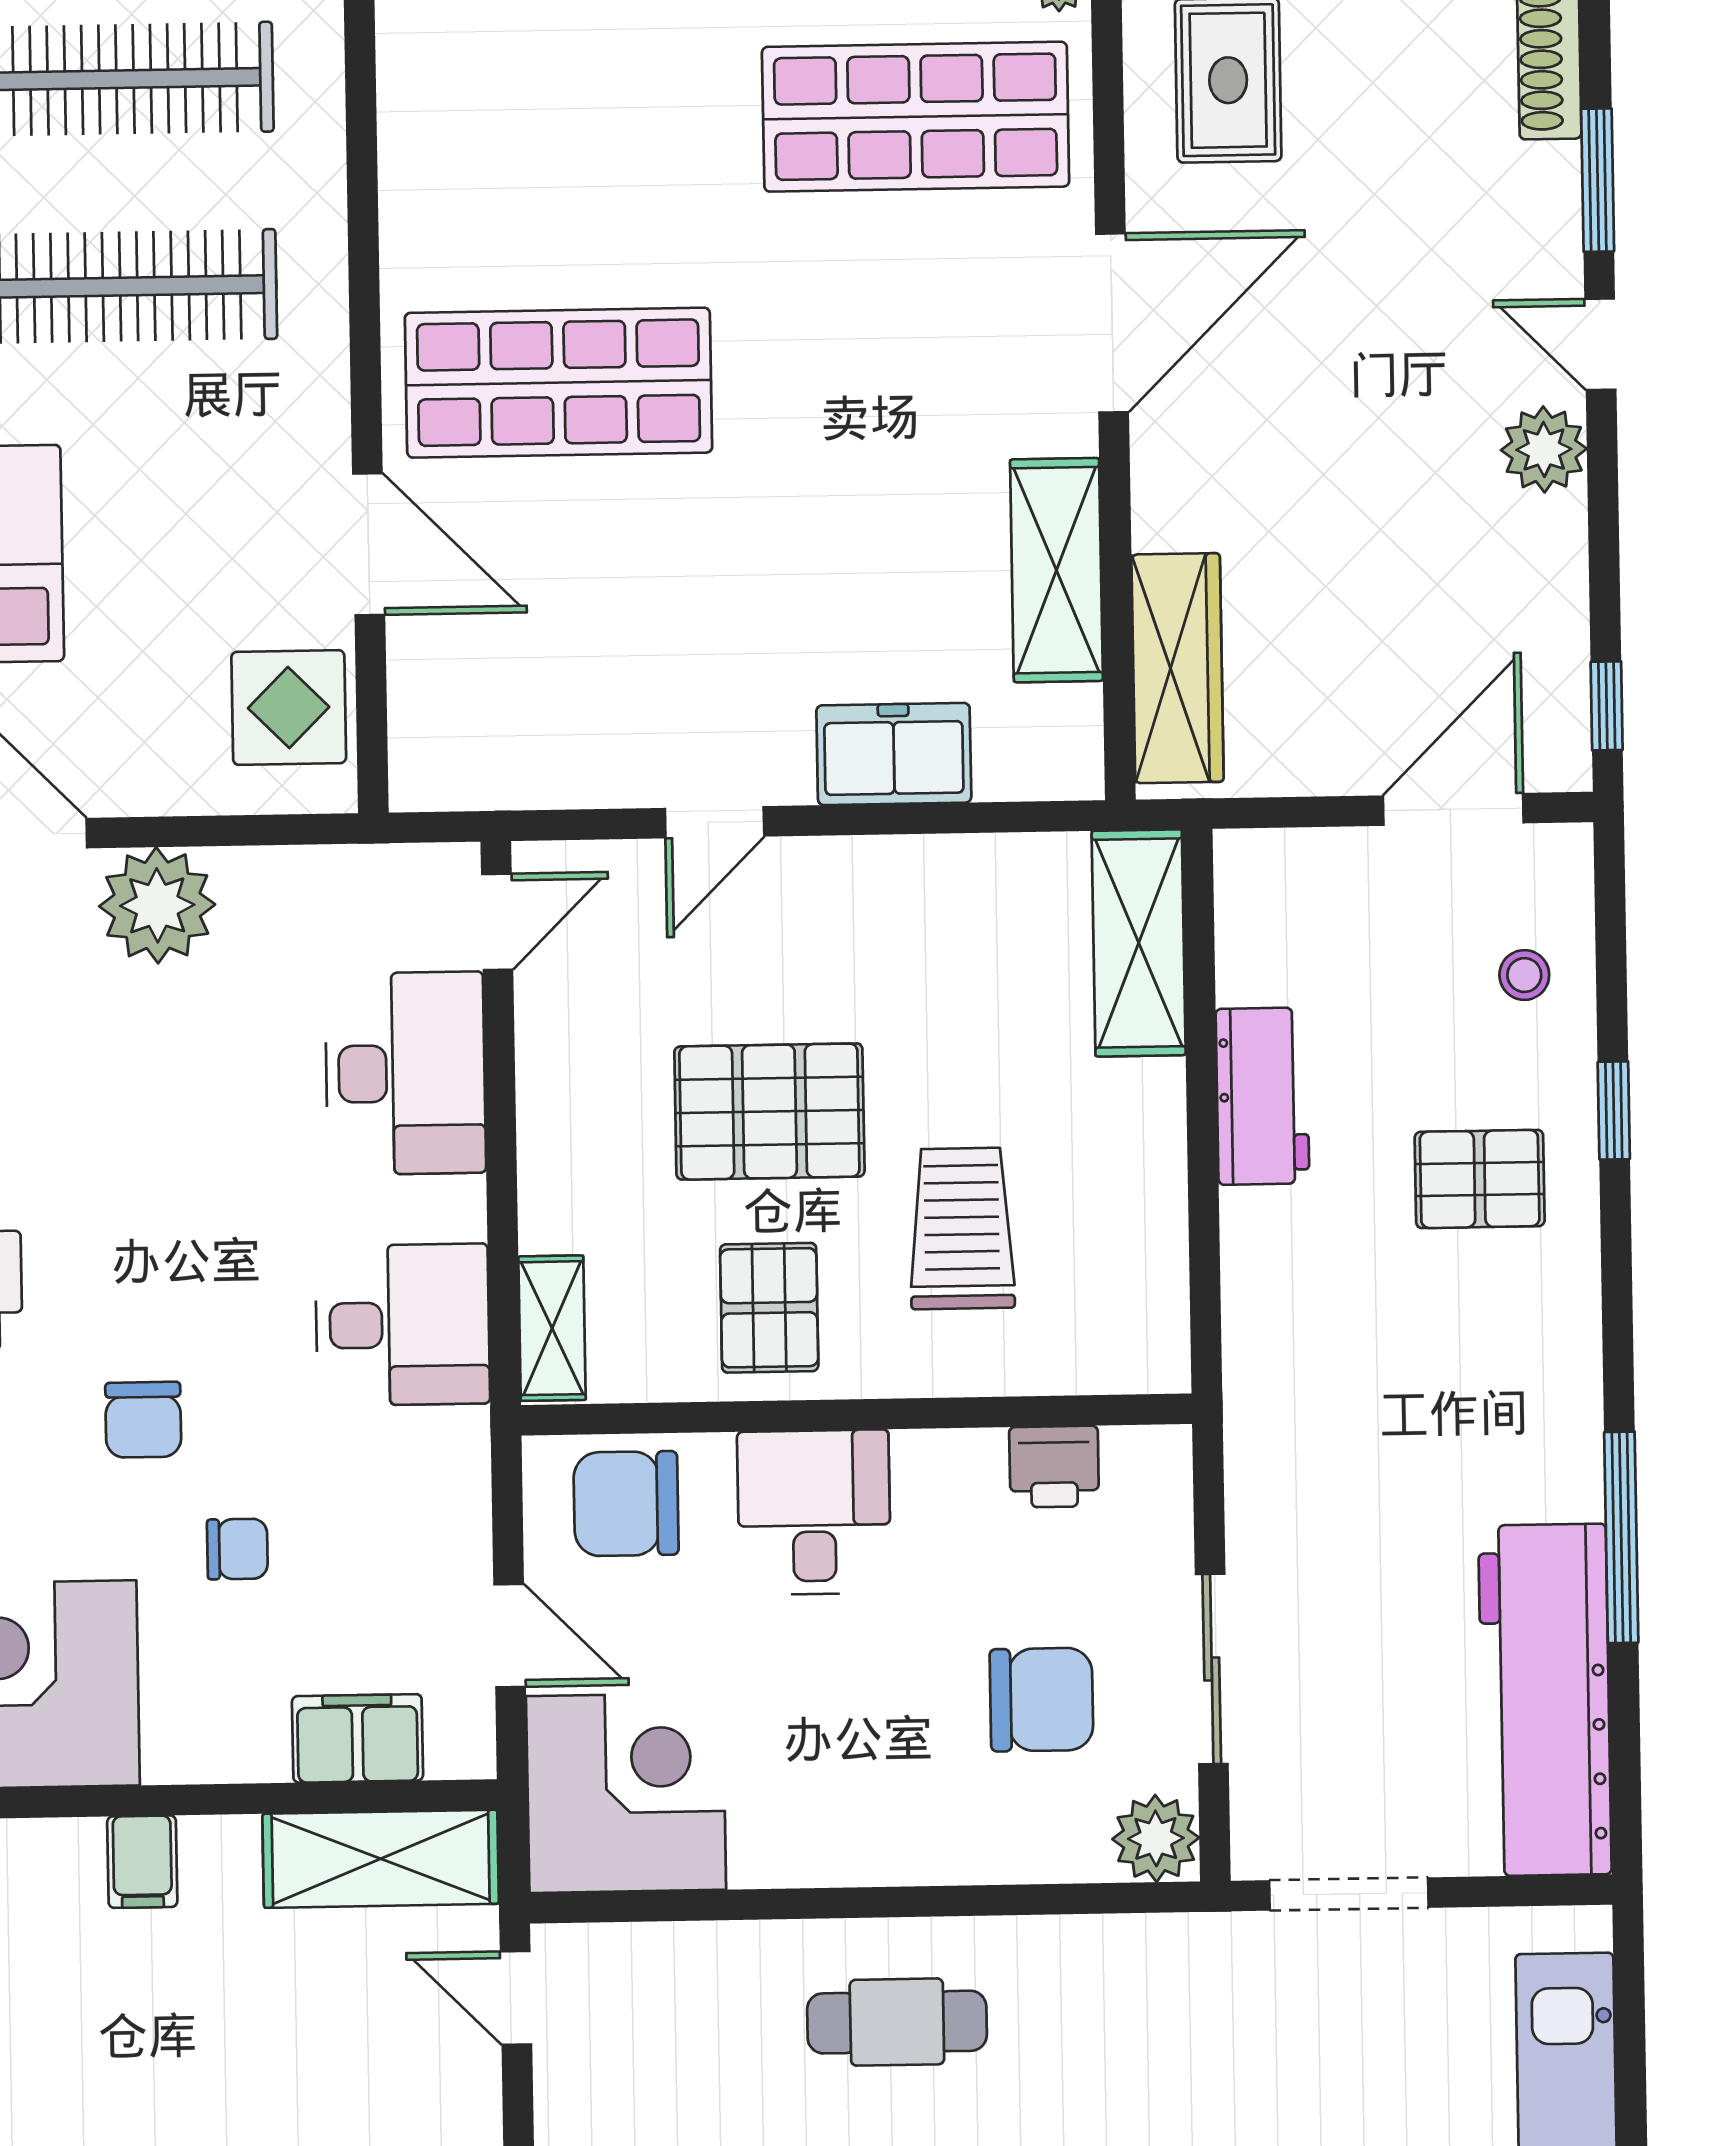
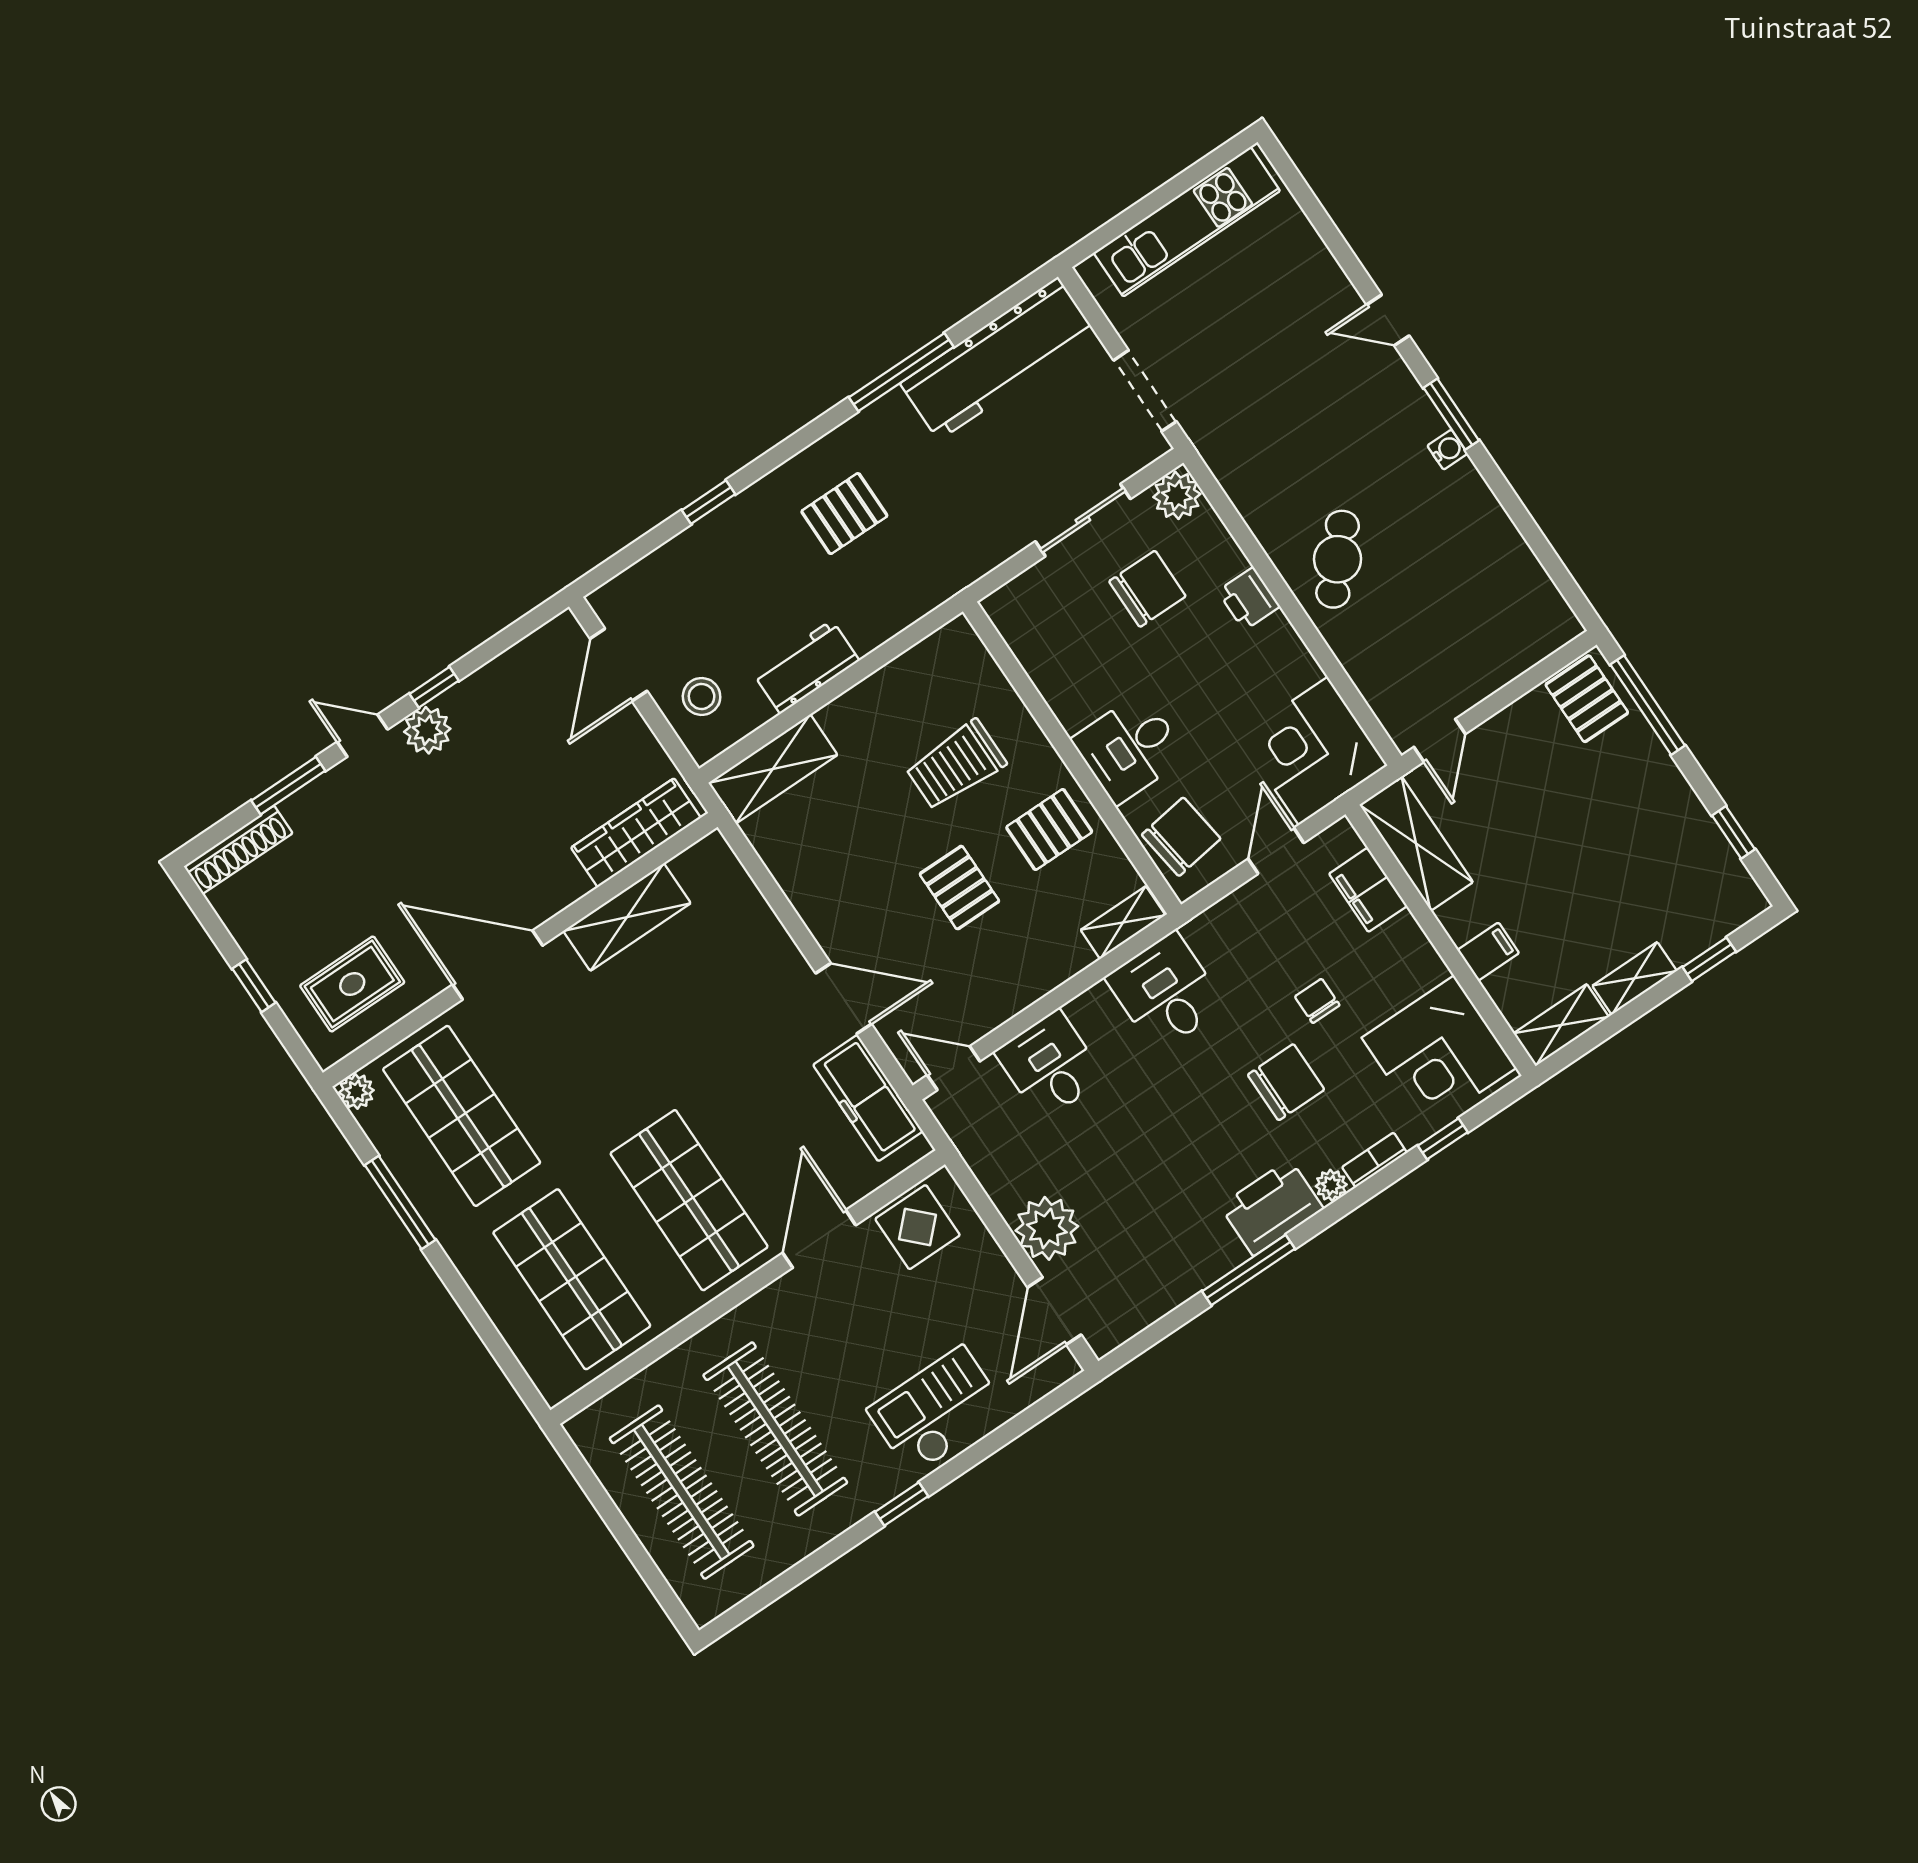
shop shelf: (554, 123) -> (572, 1279), added
door: (1600, 344) -> (362, 736), swing flipped
window: (1607, 706) -> (434, 687), moved
freezer: (894, 754) -> (868, 1098), moved, width x1.40
door: (1453, 809) -> (619, 665), hinge flipped
door: (715, 822) -> (844, 998), width x1.38
stool: (1524, 975) -> (702, 696), moved, width x1.37, depth x1.37
desk: (405, 1073) -> (1050, 1065), width x0.73
pallet: (769, 1112) -> (959, 888), width x0.67, depth x0.71
pallet: (1480, 1179) -> (844, 514), moved, turned 90
chair: (143, 1420) -> (1286, 1082), width x1.37, depth x1.37
printer: (1054, 1467) -> (1249, 599), moved, turned 180
chair: (626, 1504) -> (1181, 837), turned -98
chair: (1042, 1700) -> (1147, 589), turned 90
cafe table: (897, 2022) -> (1338, 559), turned 42

